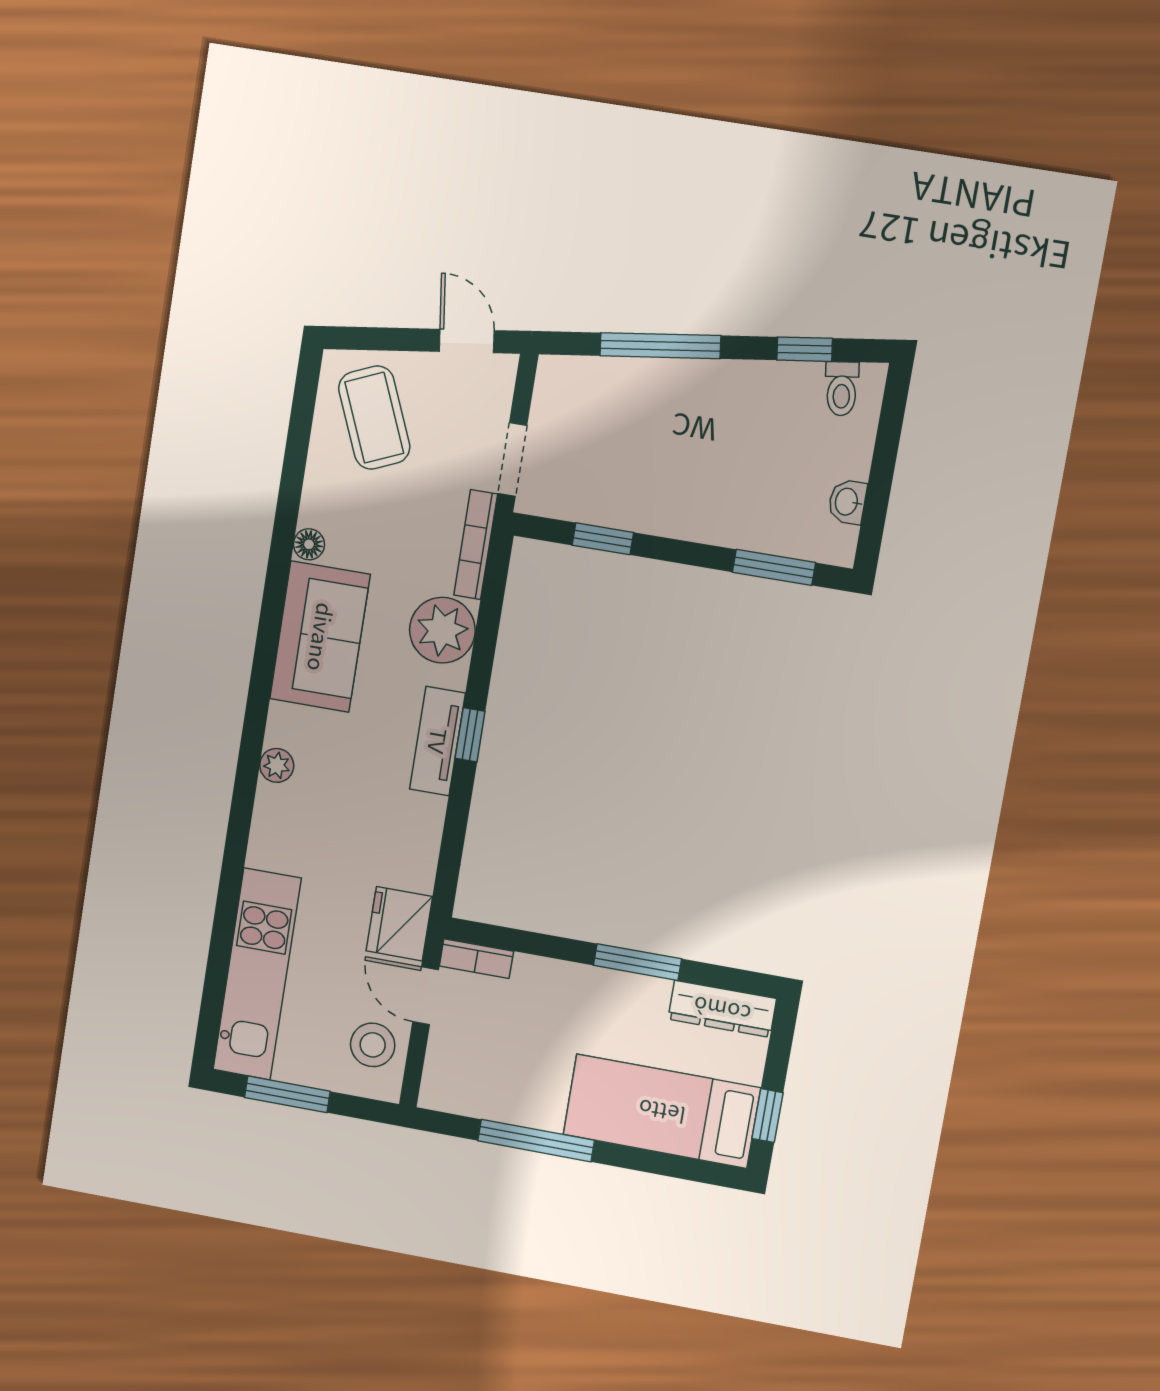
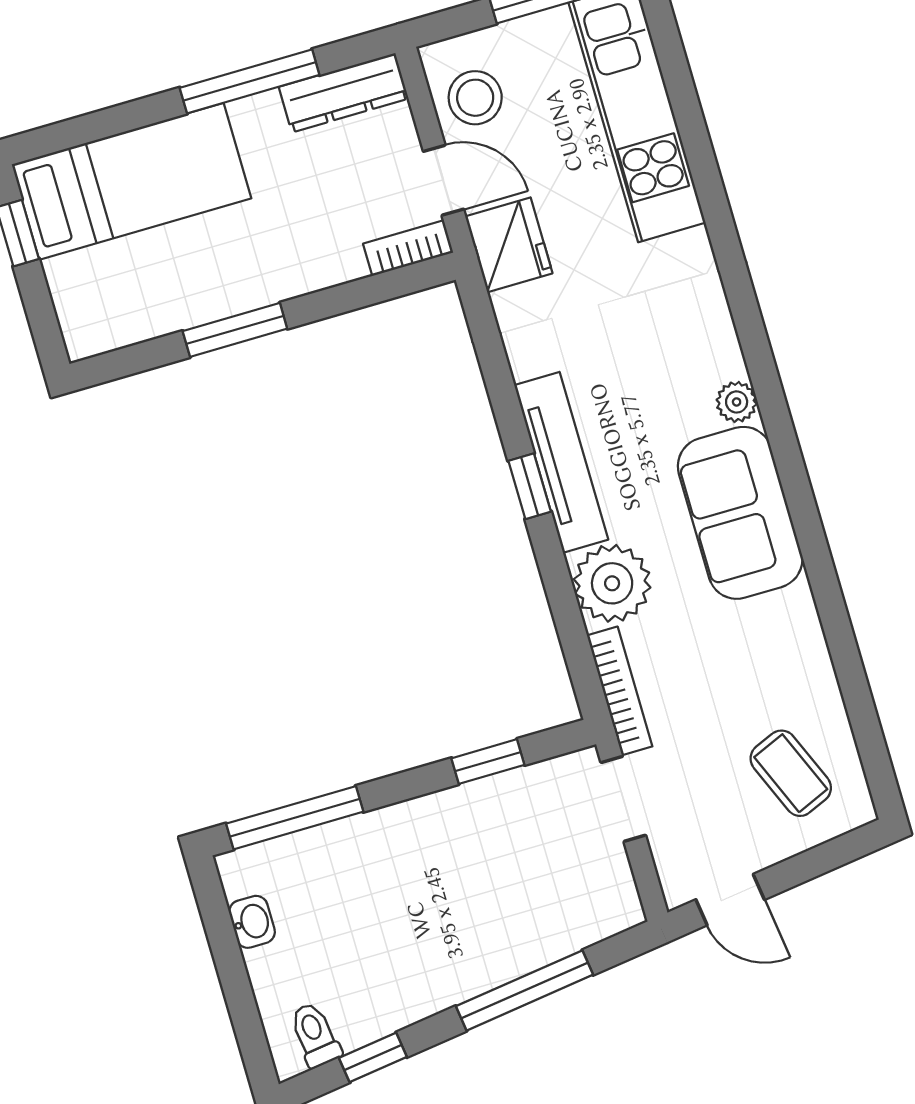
coffee table: (374, 418) -> (791, 773), width x0.73, depth x0.77
floor lamp: (309, 544) -> (798, 606), removed
window: (774, 567) -> (295, 818), width x1.44
tv unit: (437, 741) -> (561, 462), width x1.41
plant: (277, 765) -> (737, 402), moved
dresser: (722, 1009) -> (344, 93), moved, turned 180

